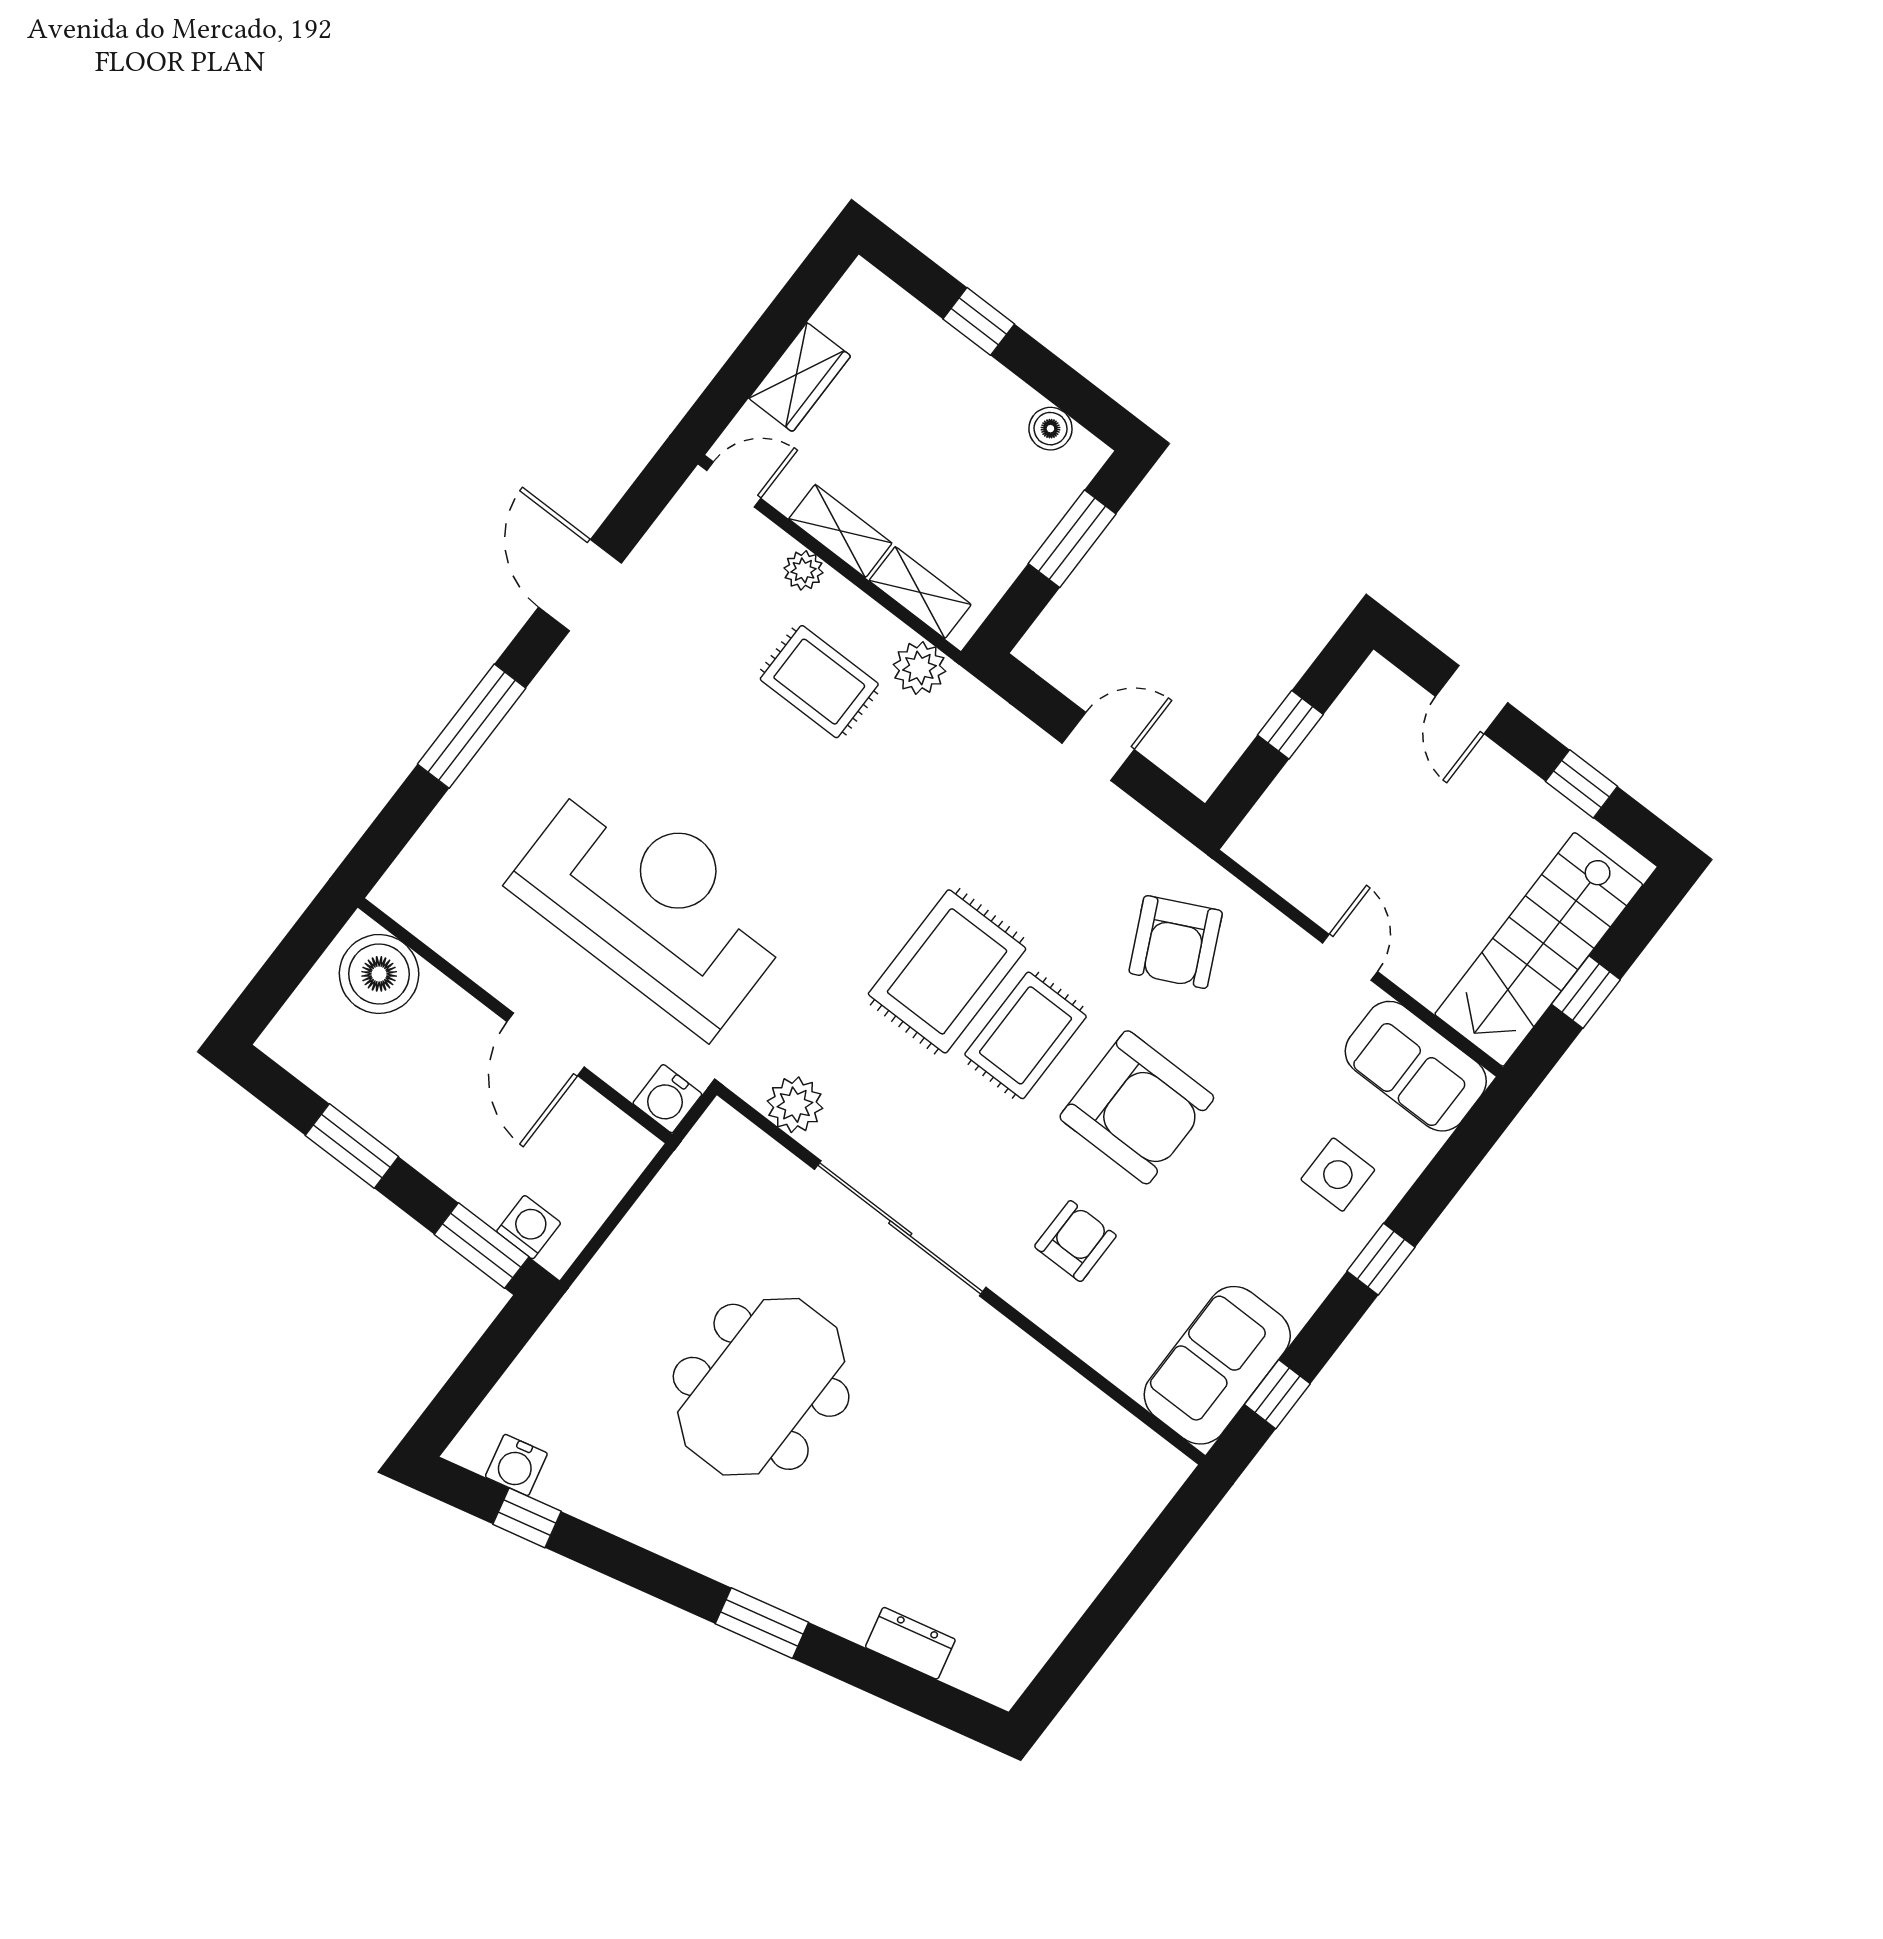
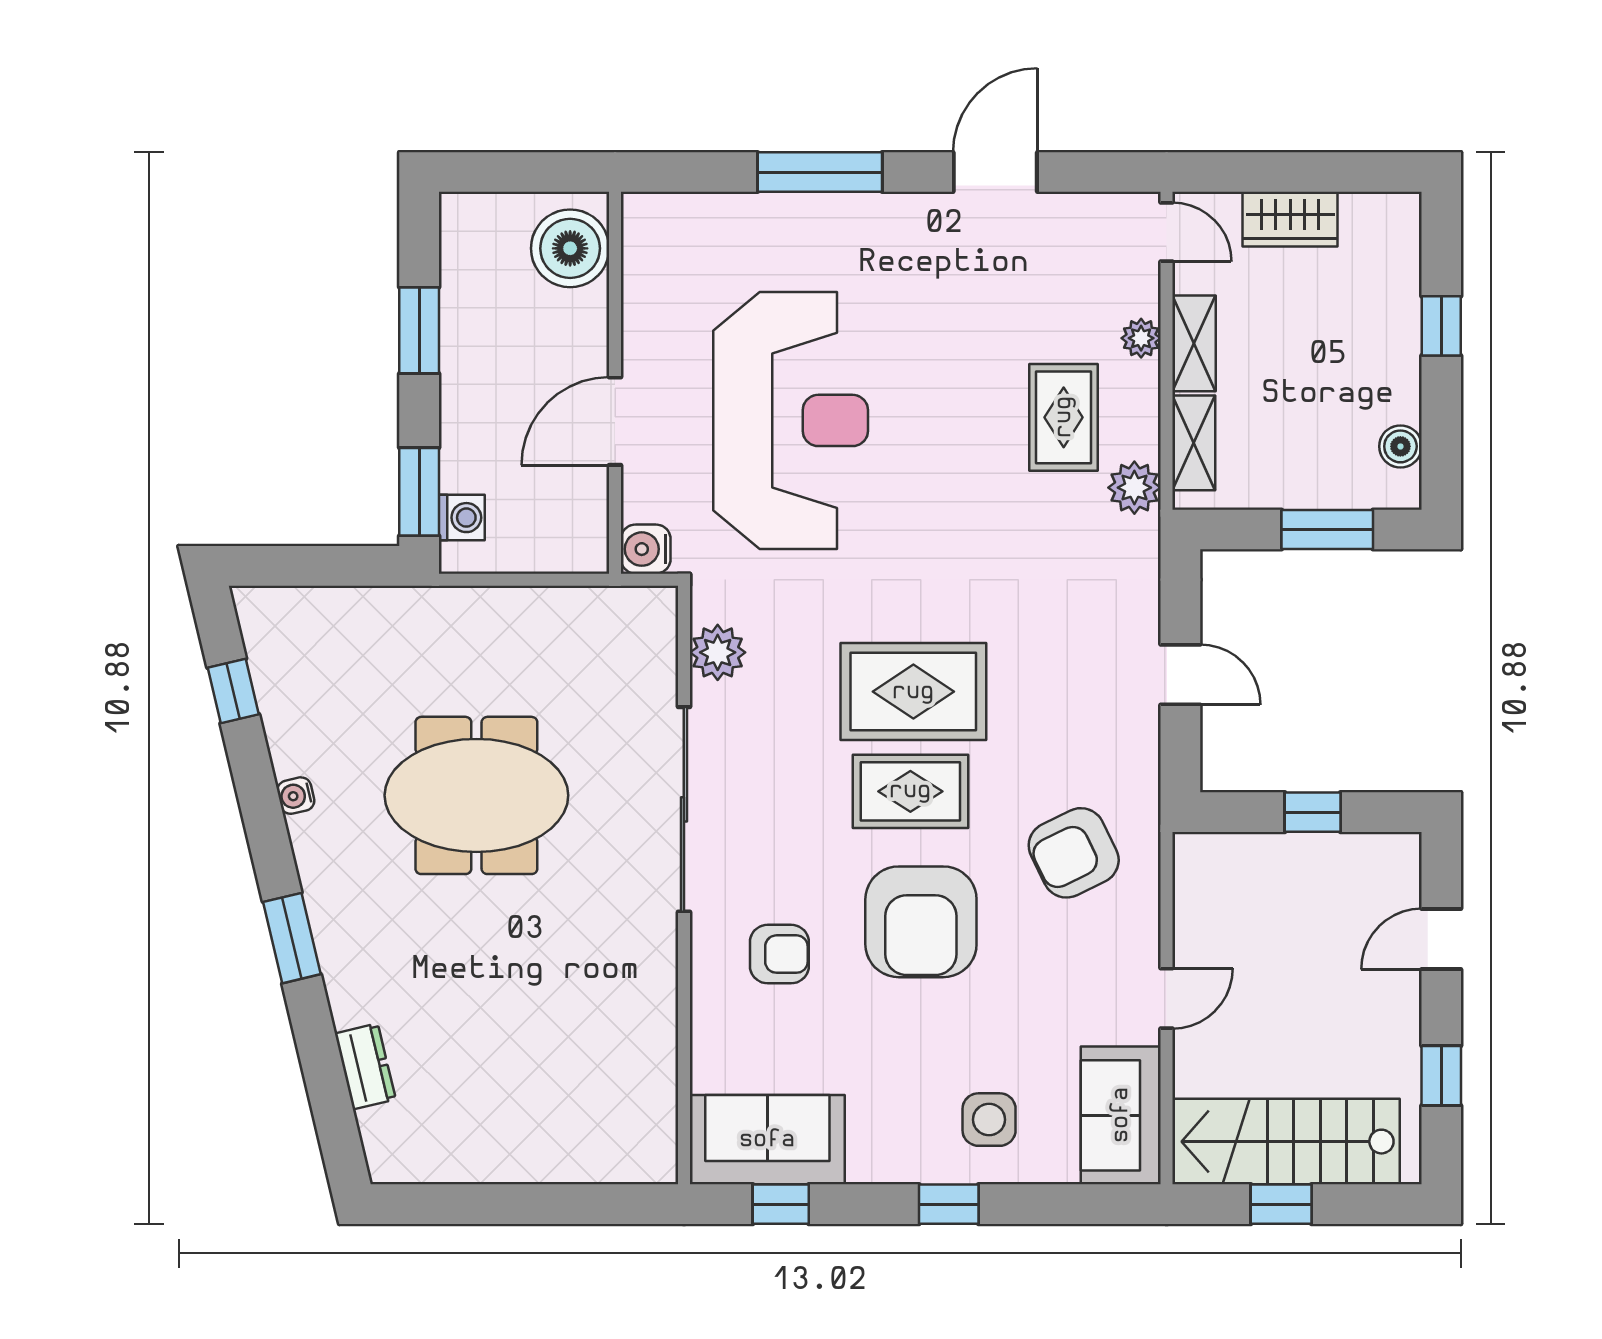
water cooler: (516, 1465) -> (296, 796), moved, width x0.72, depth x0.72

